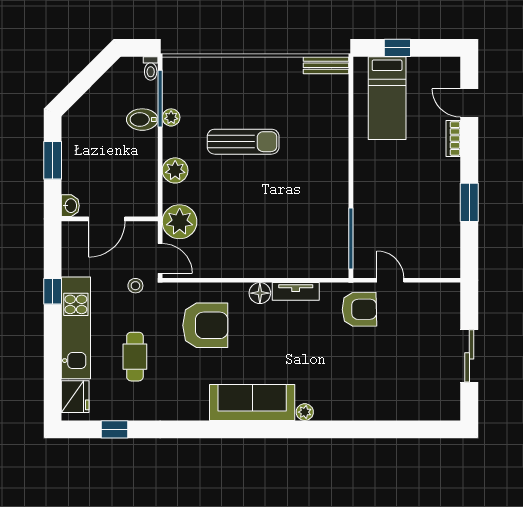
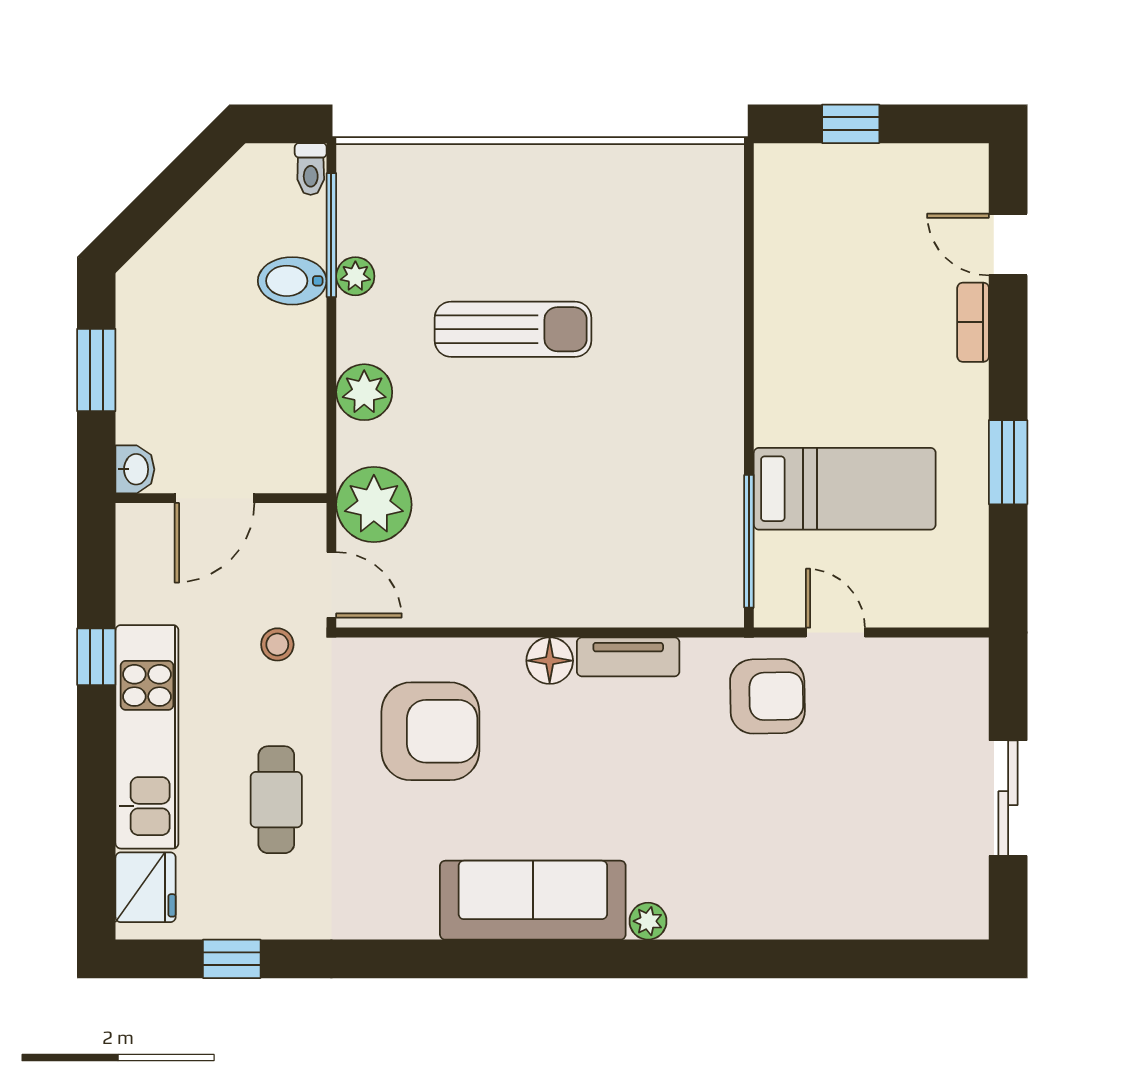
bench: (326, 65) -> (695, 162), removed
bed: (387, 98) -> (845, 489), moved, turned -90

